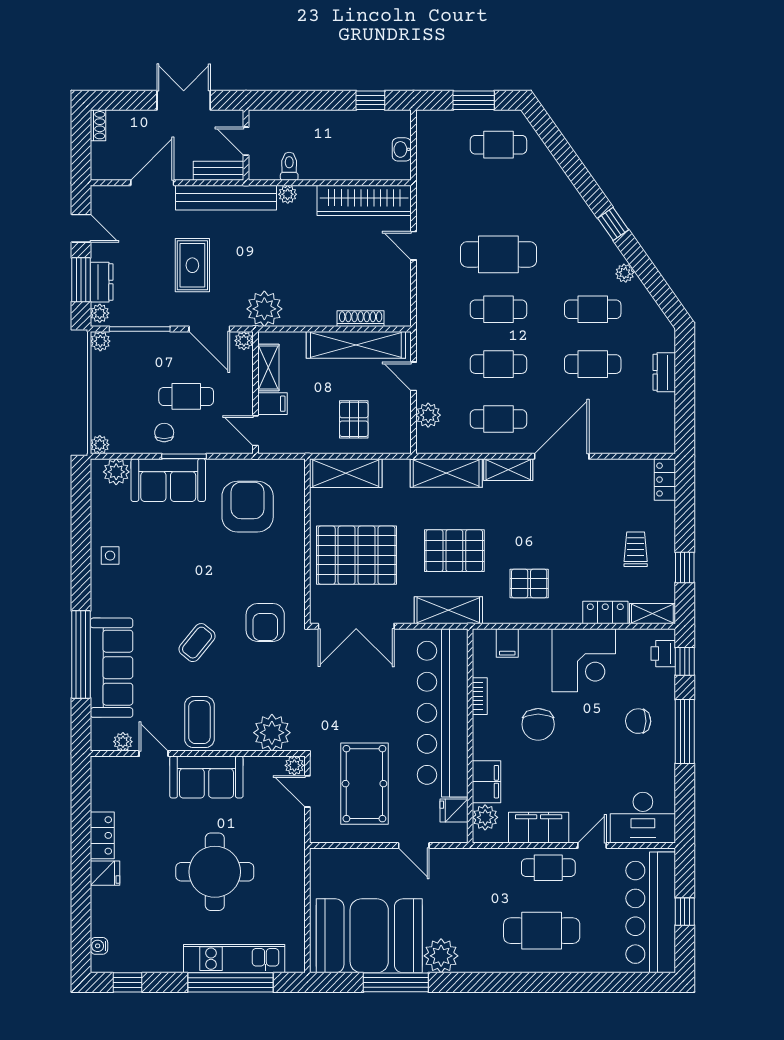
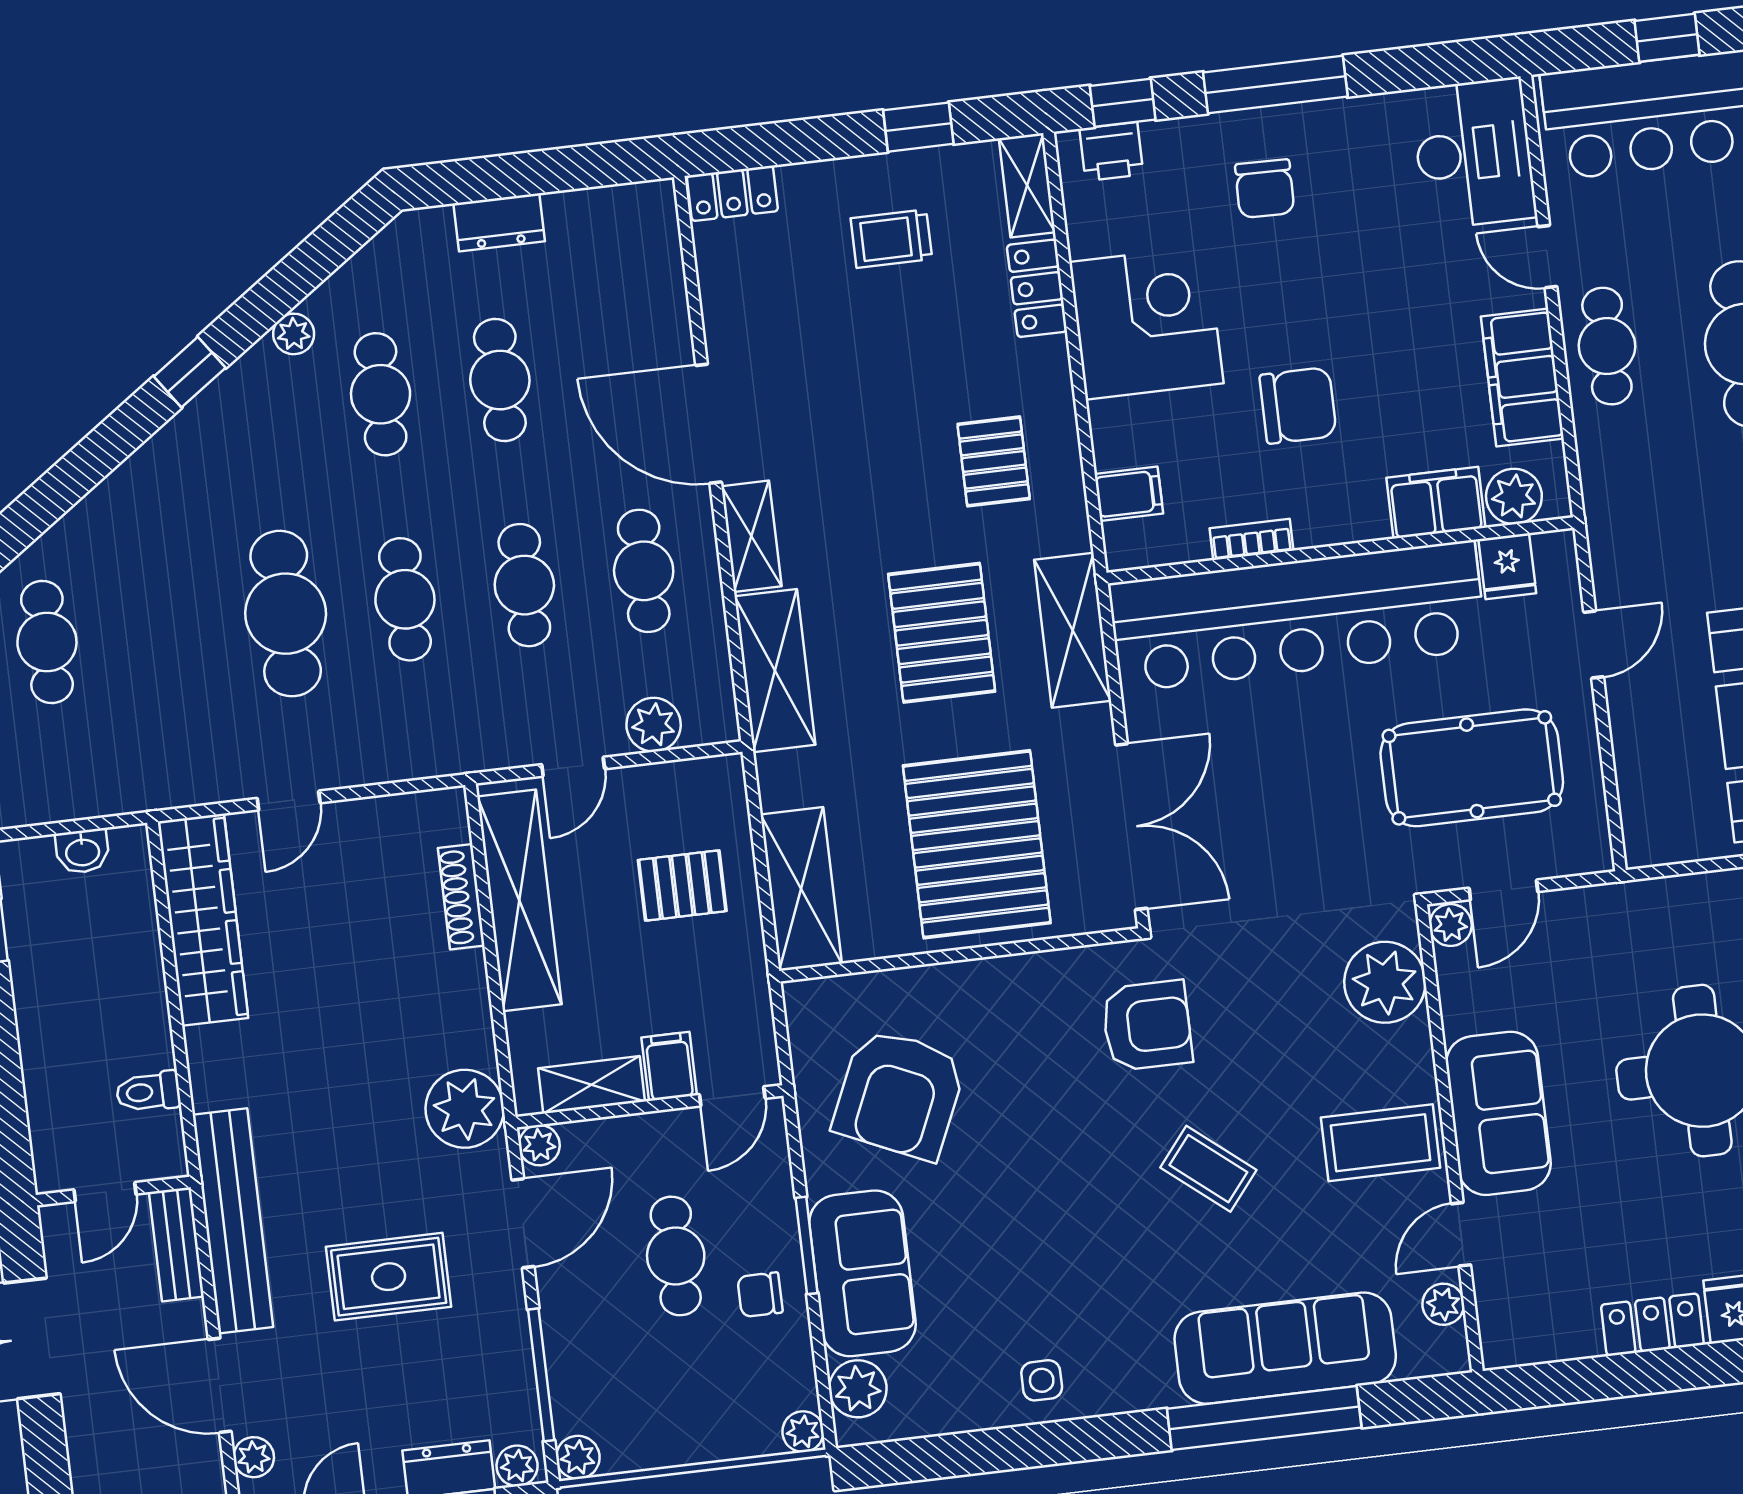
plant: (288, 194) -> (254, 1457), moved
armchair: (248, 507) -> (899, 1094), turned -66

